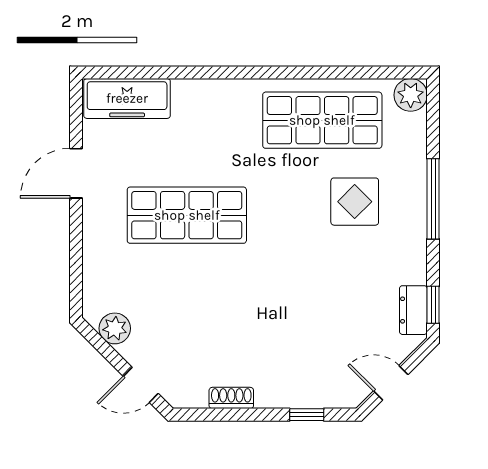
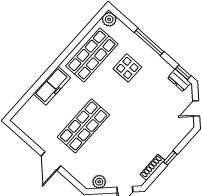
freezer: (127, 98) -> (52, 86), moved
door: (76, 173) -> (51, 161), moved
shoe rack: (231, 398) -> (152, 167), width x1.43
window: (307, 415) -> (170, 158), moved

